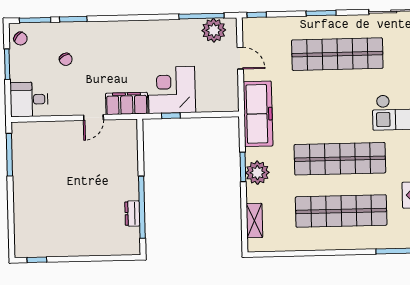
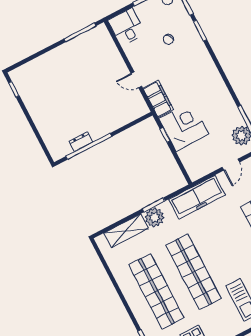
shelving: (254, 221) -> (126, 231), width x1.50, depth x1.33

